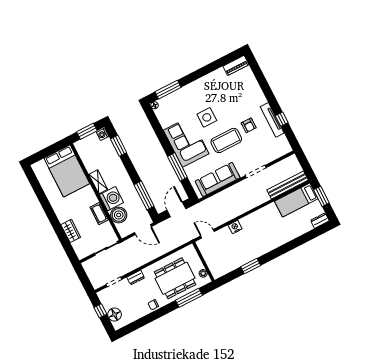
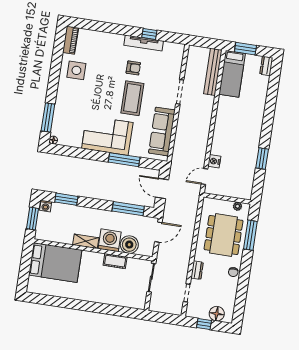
side table: (207, 117) -> (76, 70), moved
nightstand: (235, 227) -> (214, 161), moved
wardrobe: (71, 231) -> (112, 299), removed

